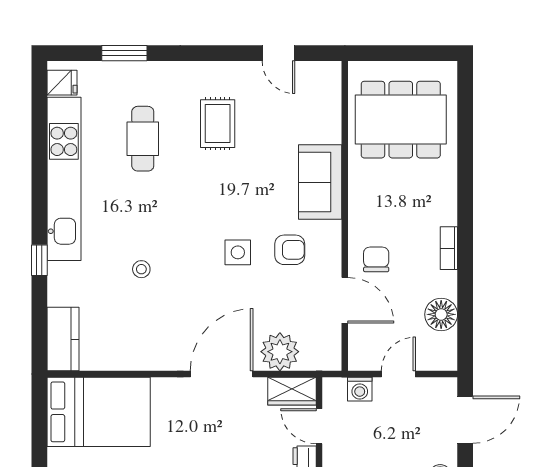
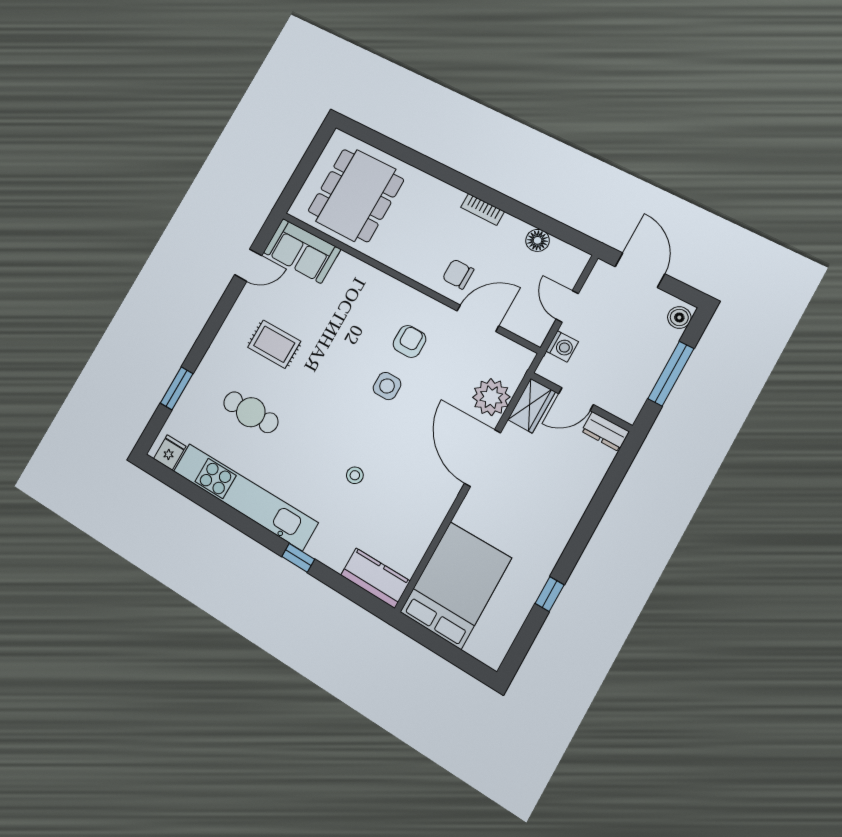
sofa: (320, 182) -> (302, 251), moved
floor lamp: (441, 314) -> (538, 240), width x0.73, depth x0.73

